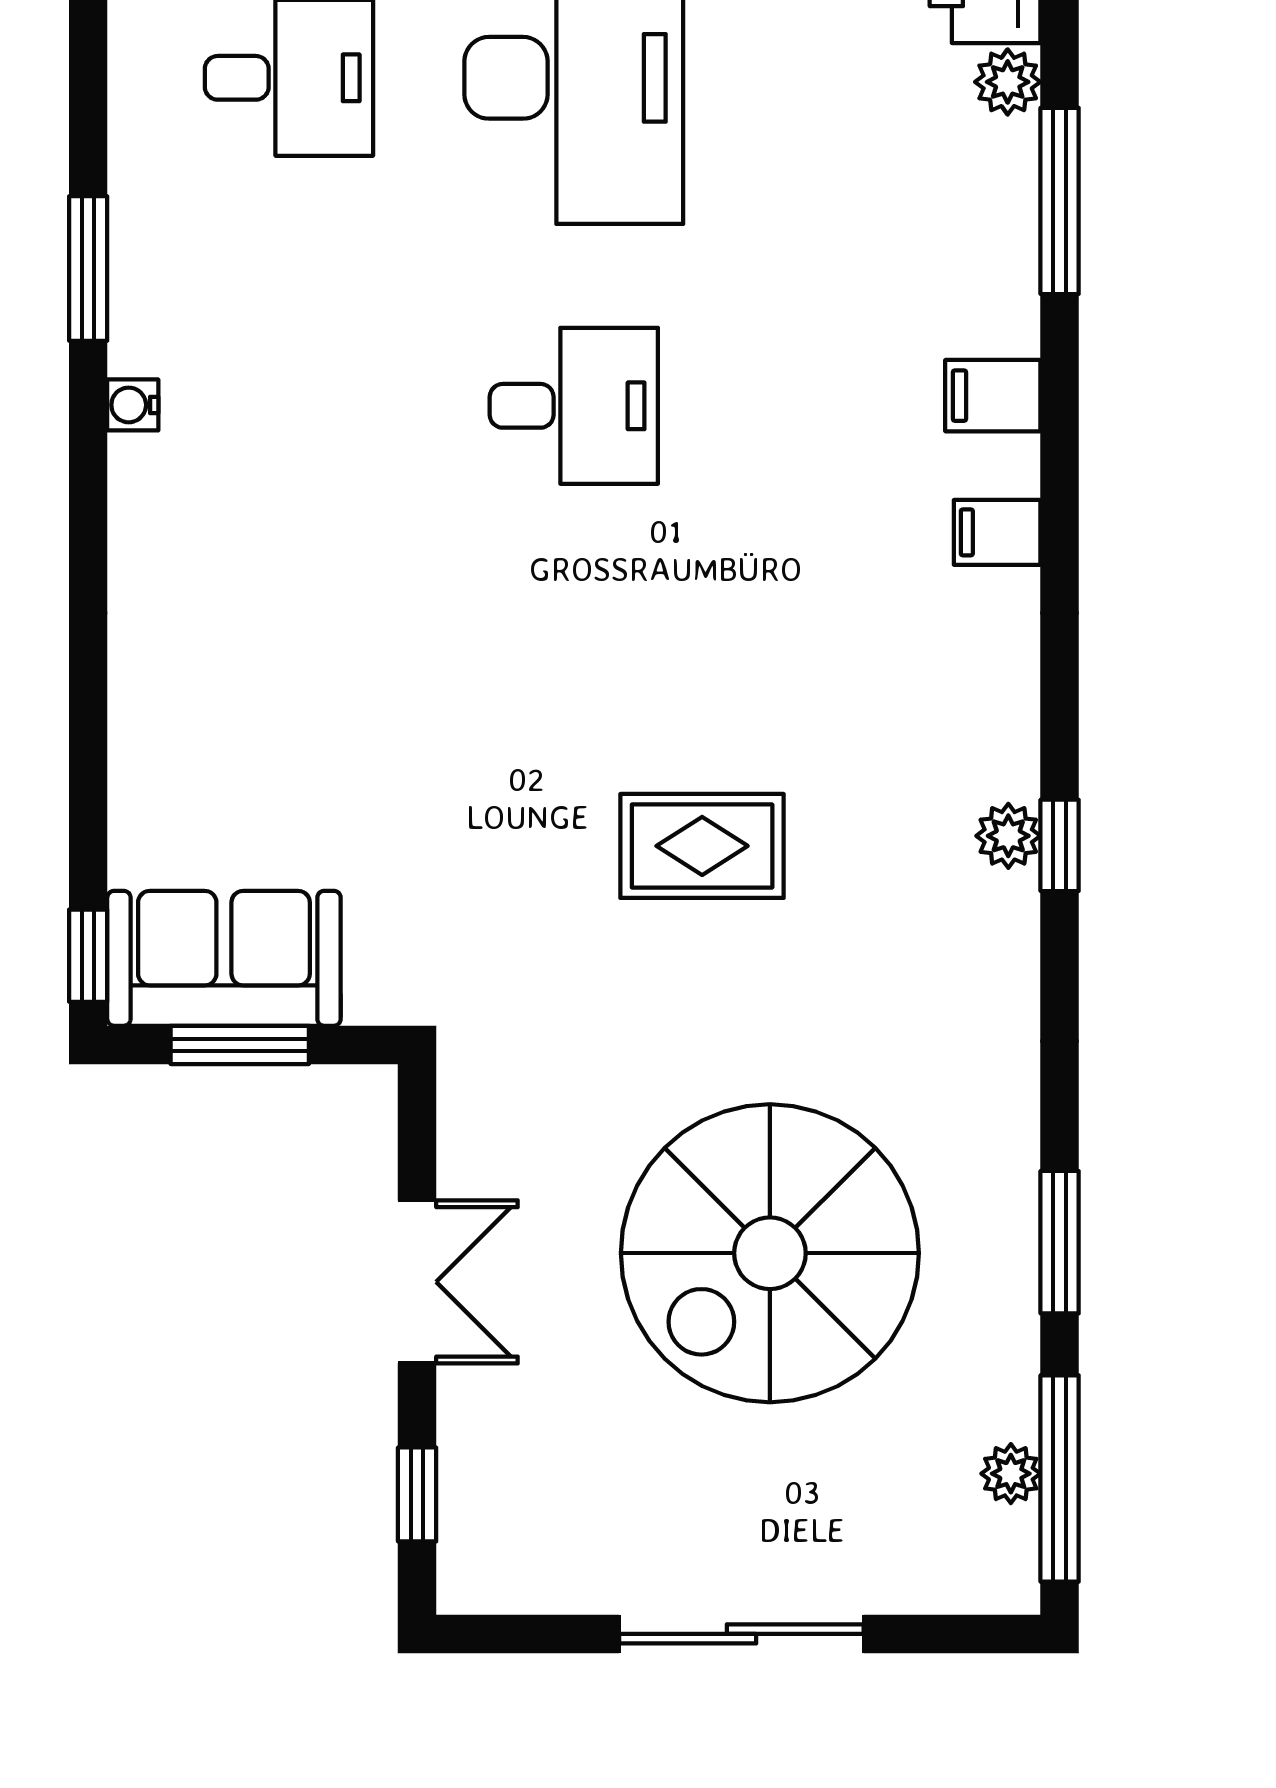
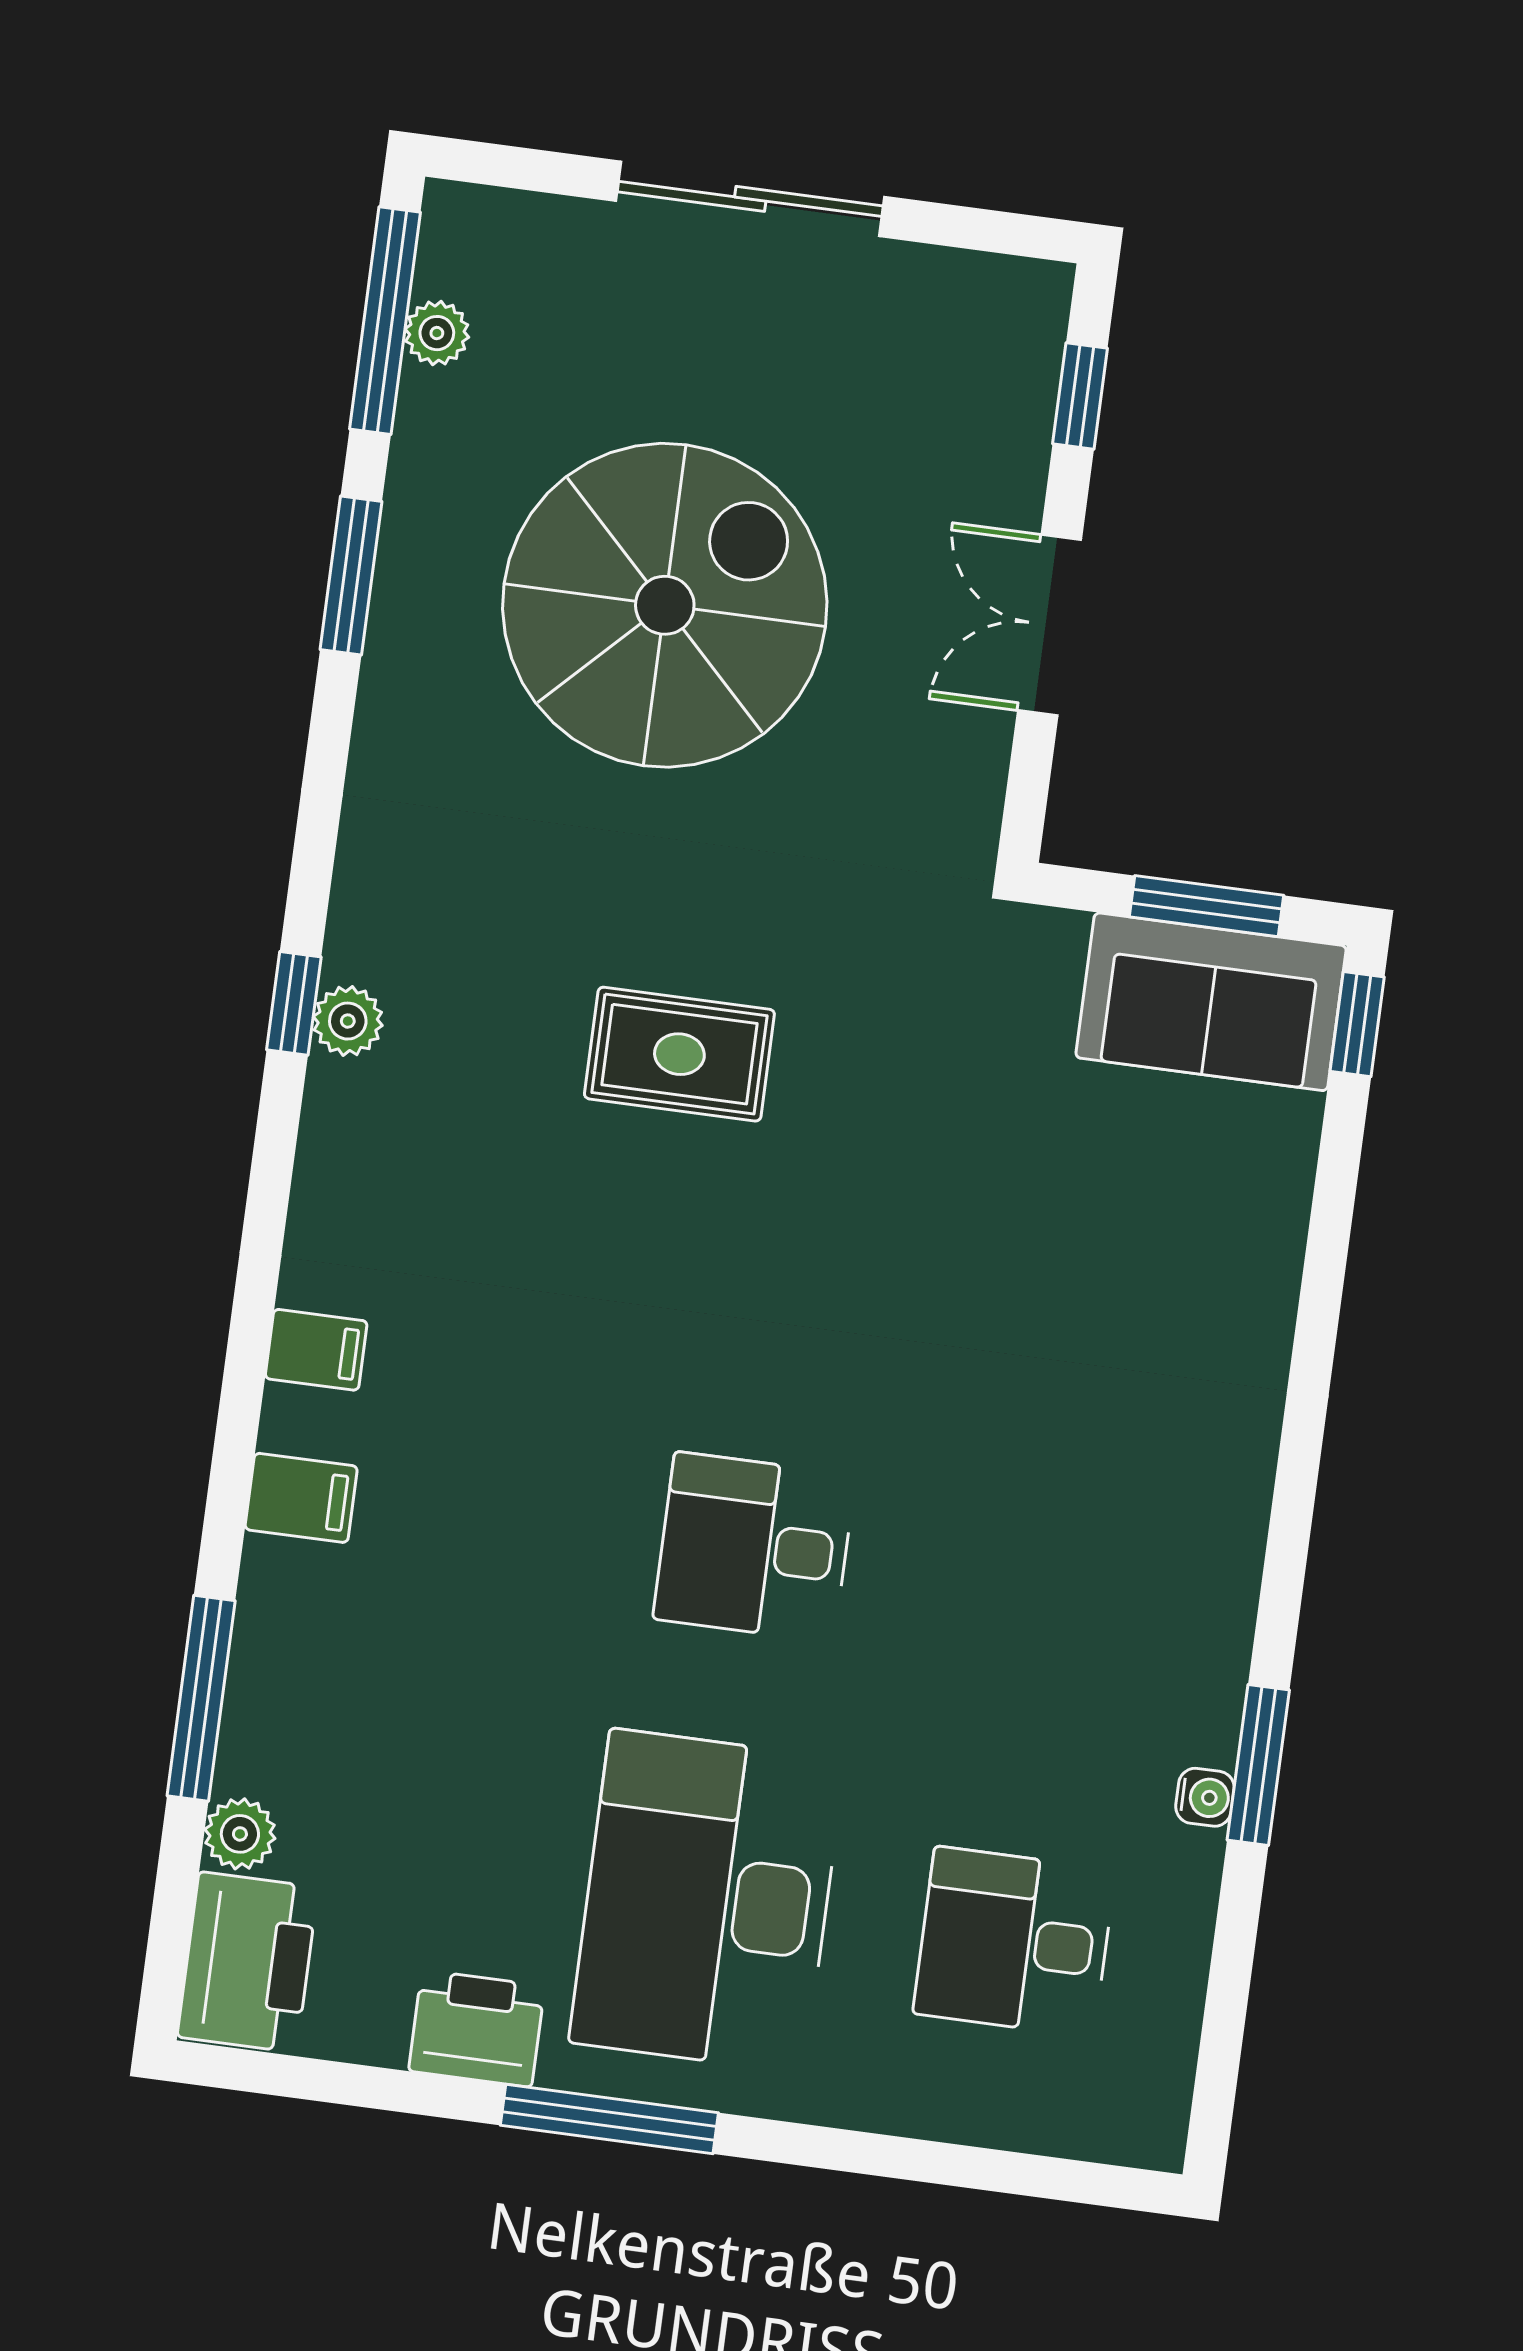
water cooler: (133, 405) -> (1205, 1797), moved

